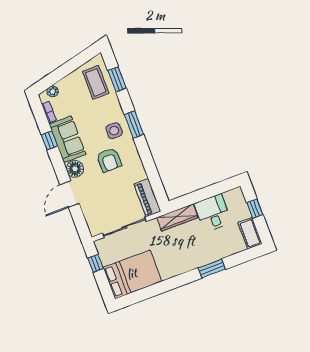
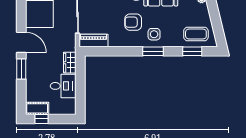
window: (255, 209) -> (42, 119), moved
wardrobe: (177, 218) -> (70, 63), width x0.67
door: (181, 280) -> (21, 42), added

